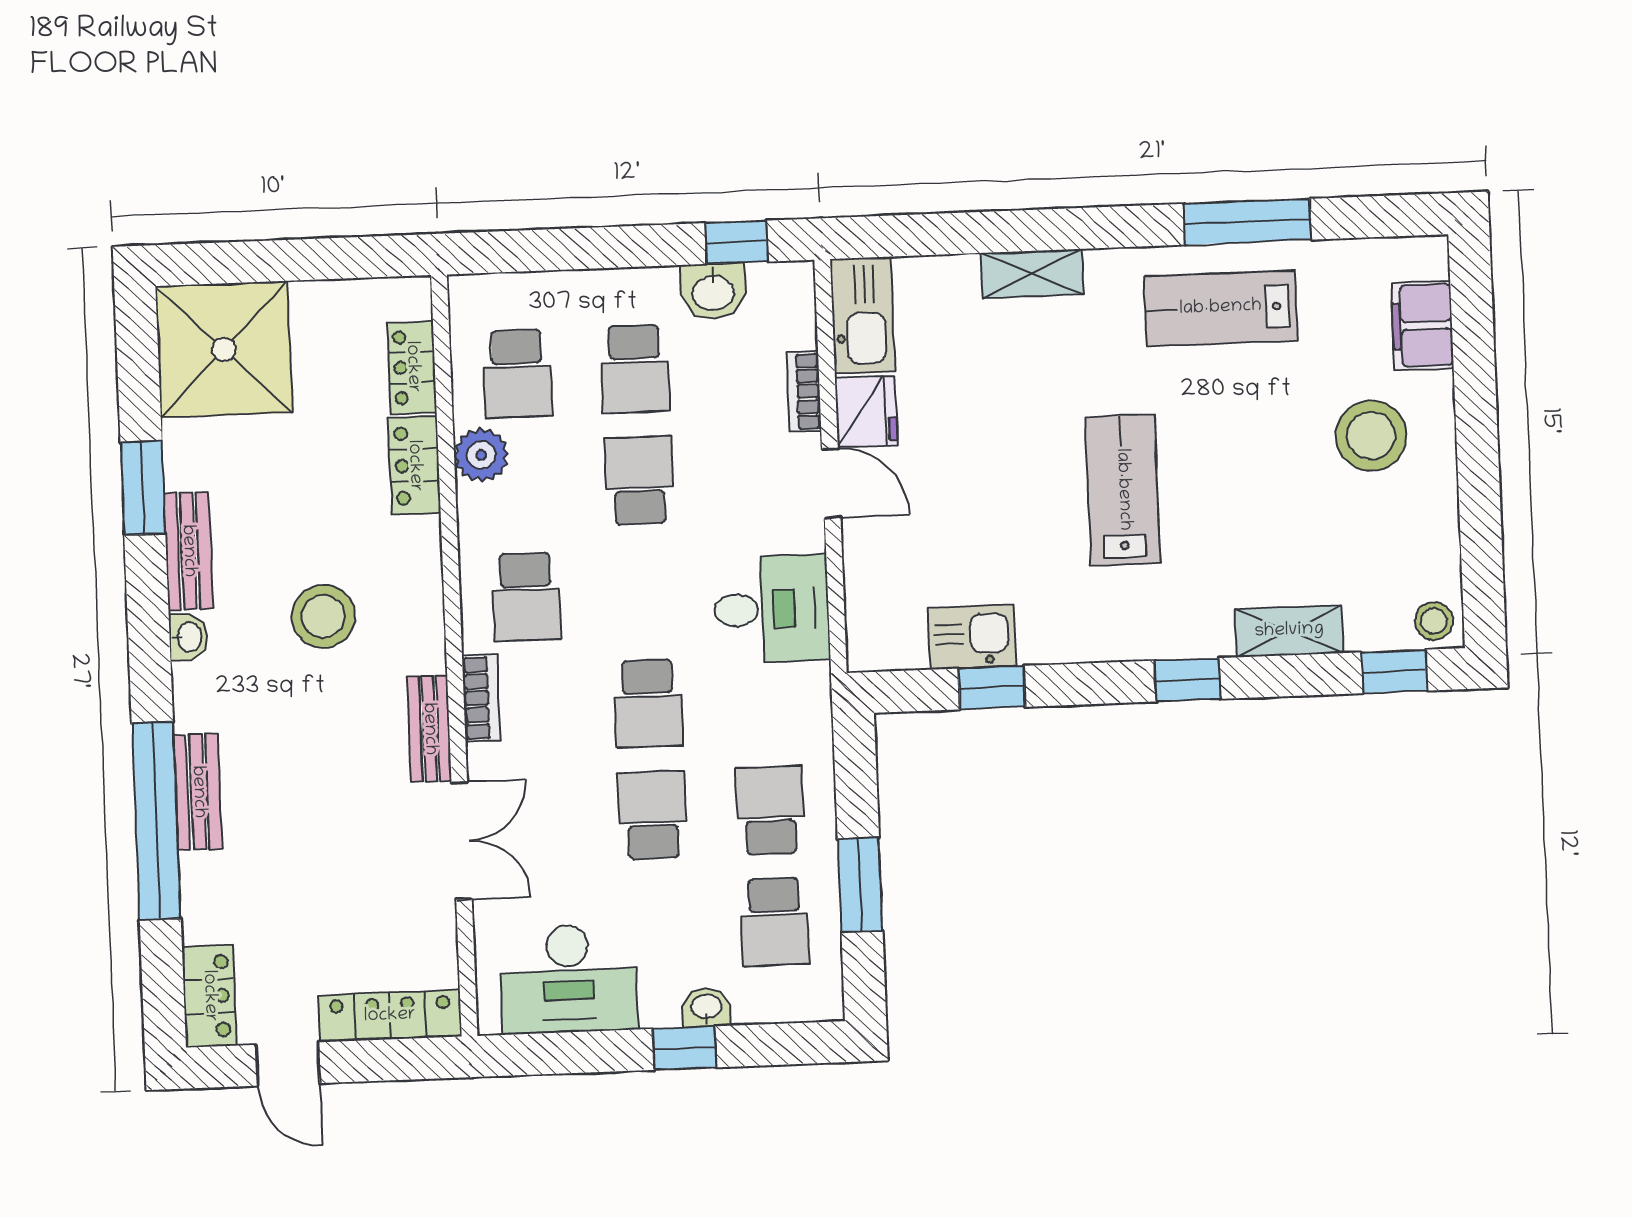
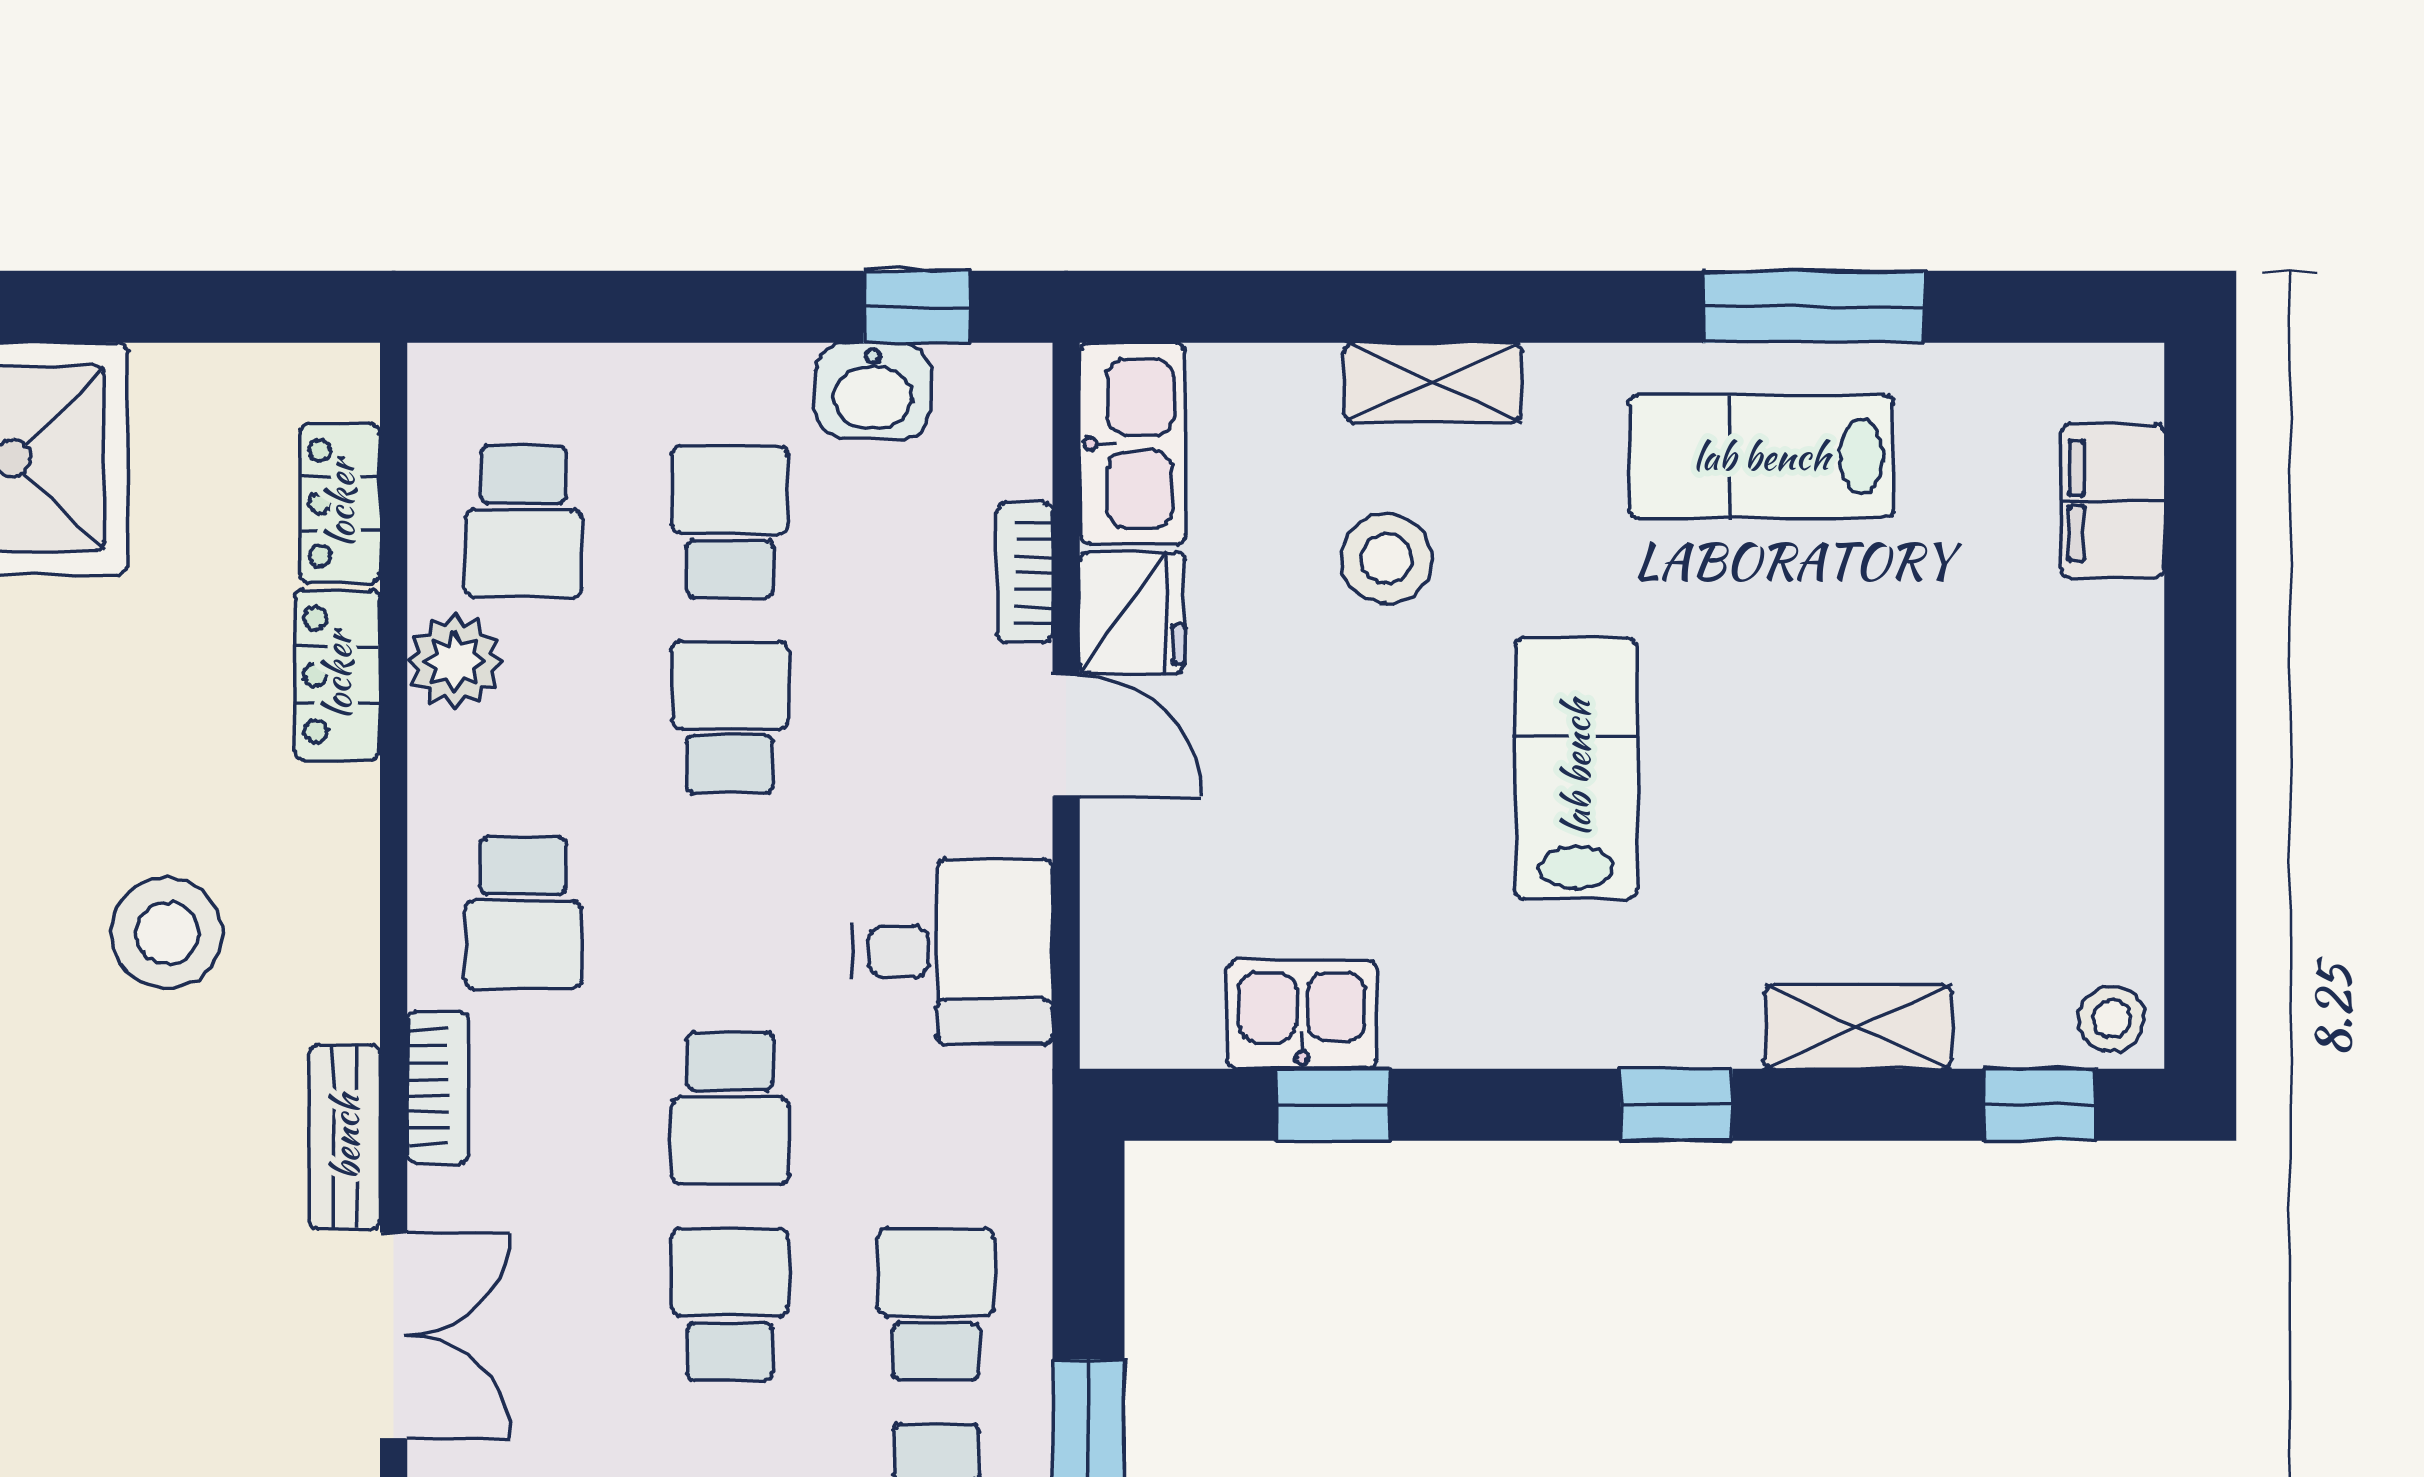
school desk: (635, 369) -> (730, 522), turned 180
stool: (1371, 436) -> (1387, 559), moved, width x0.73, depth x0.73

